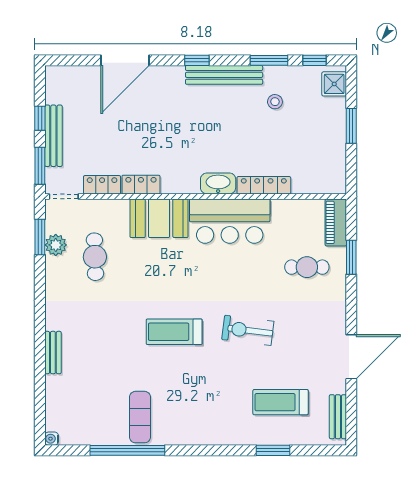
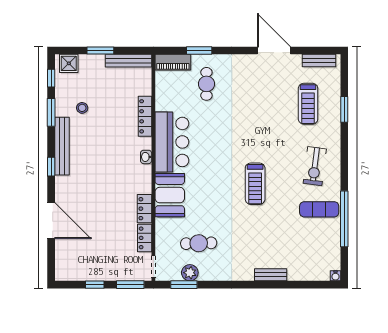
bench: (53, 136) -> (128, 61), moved
washbasin: (218, 183) -> (146, 157), width x0.52, depth x0.69
exercise bike: (248, 330) -> (315, 166), moved

